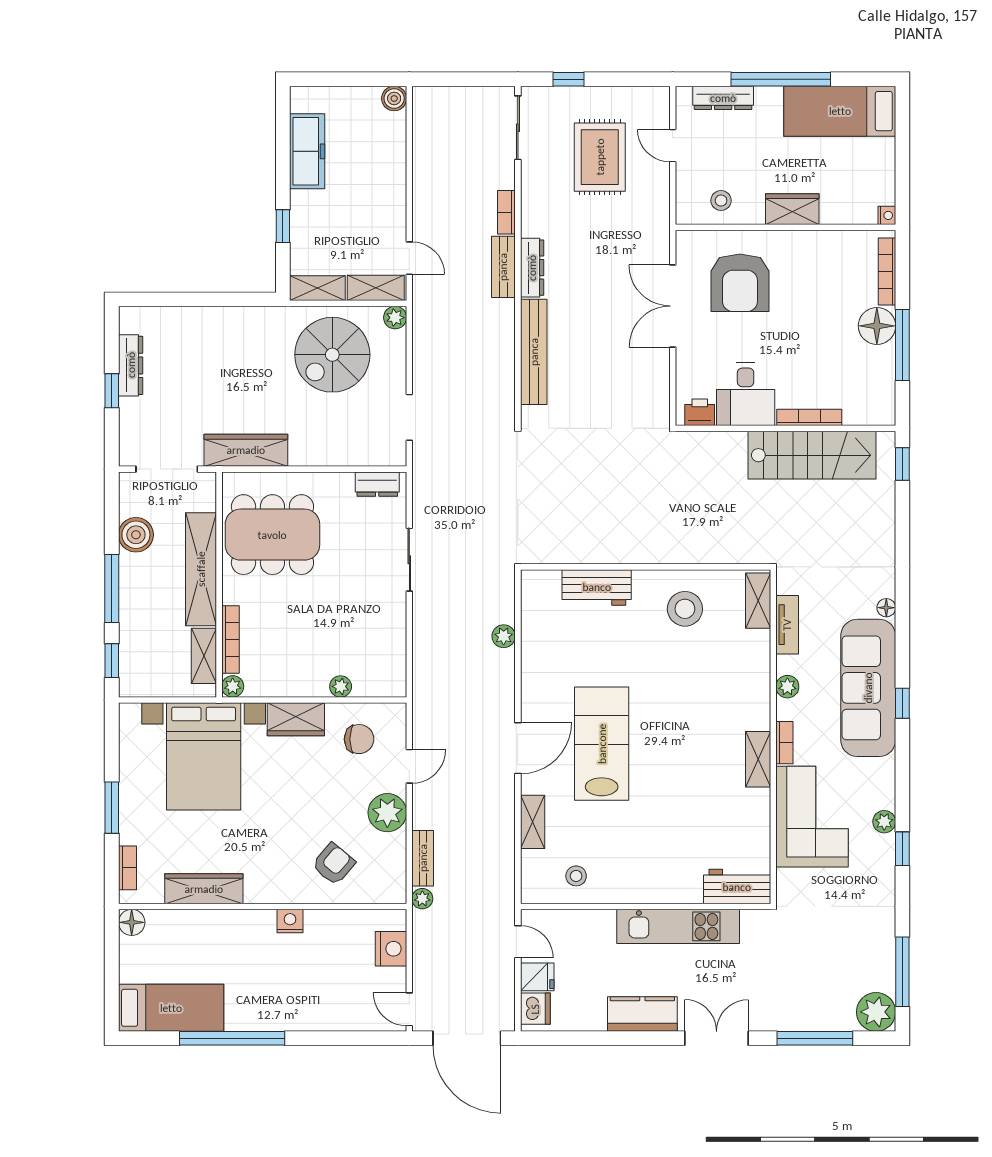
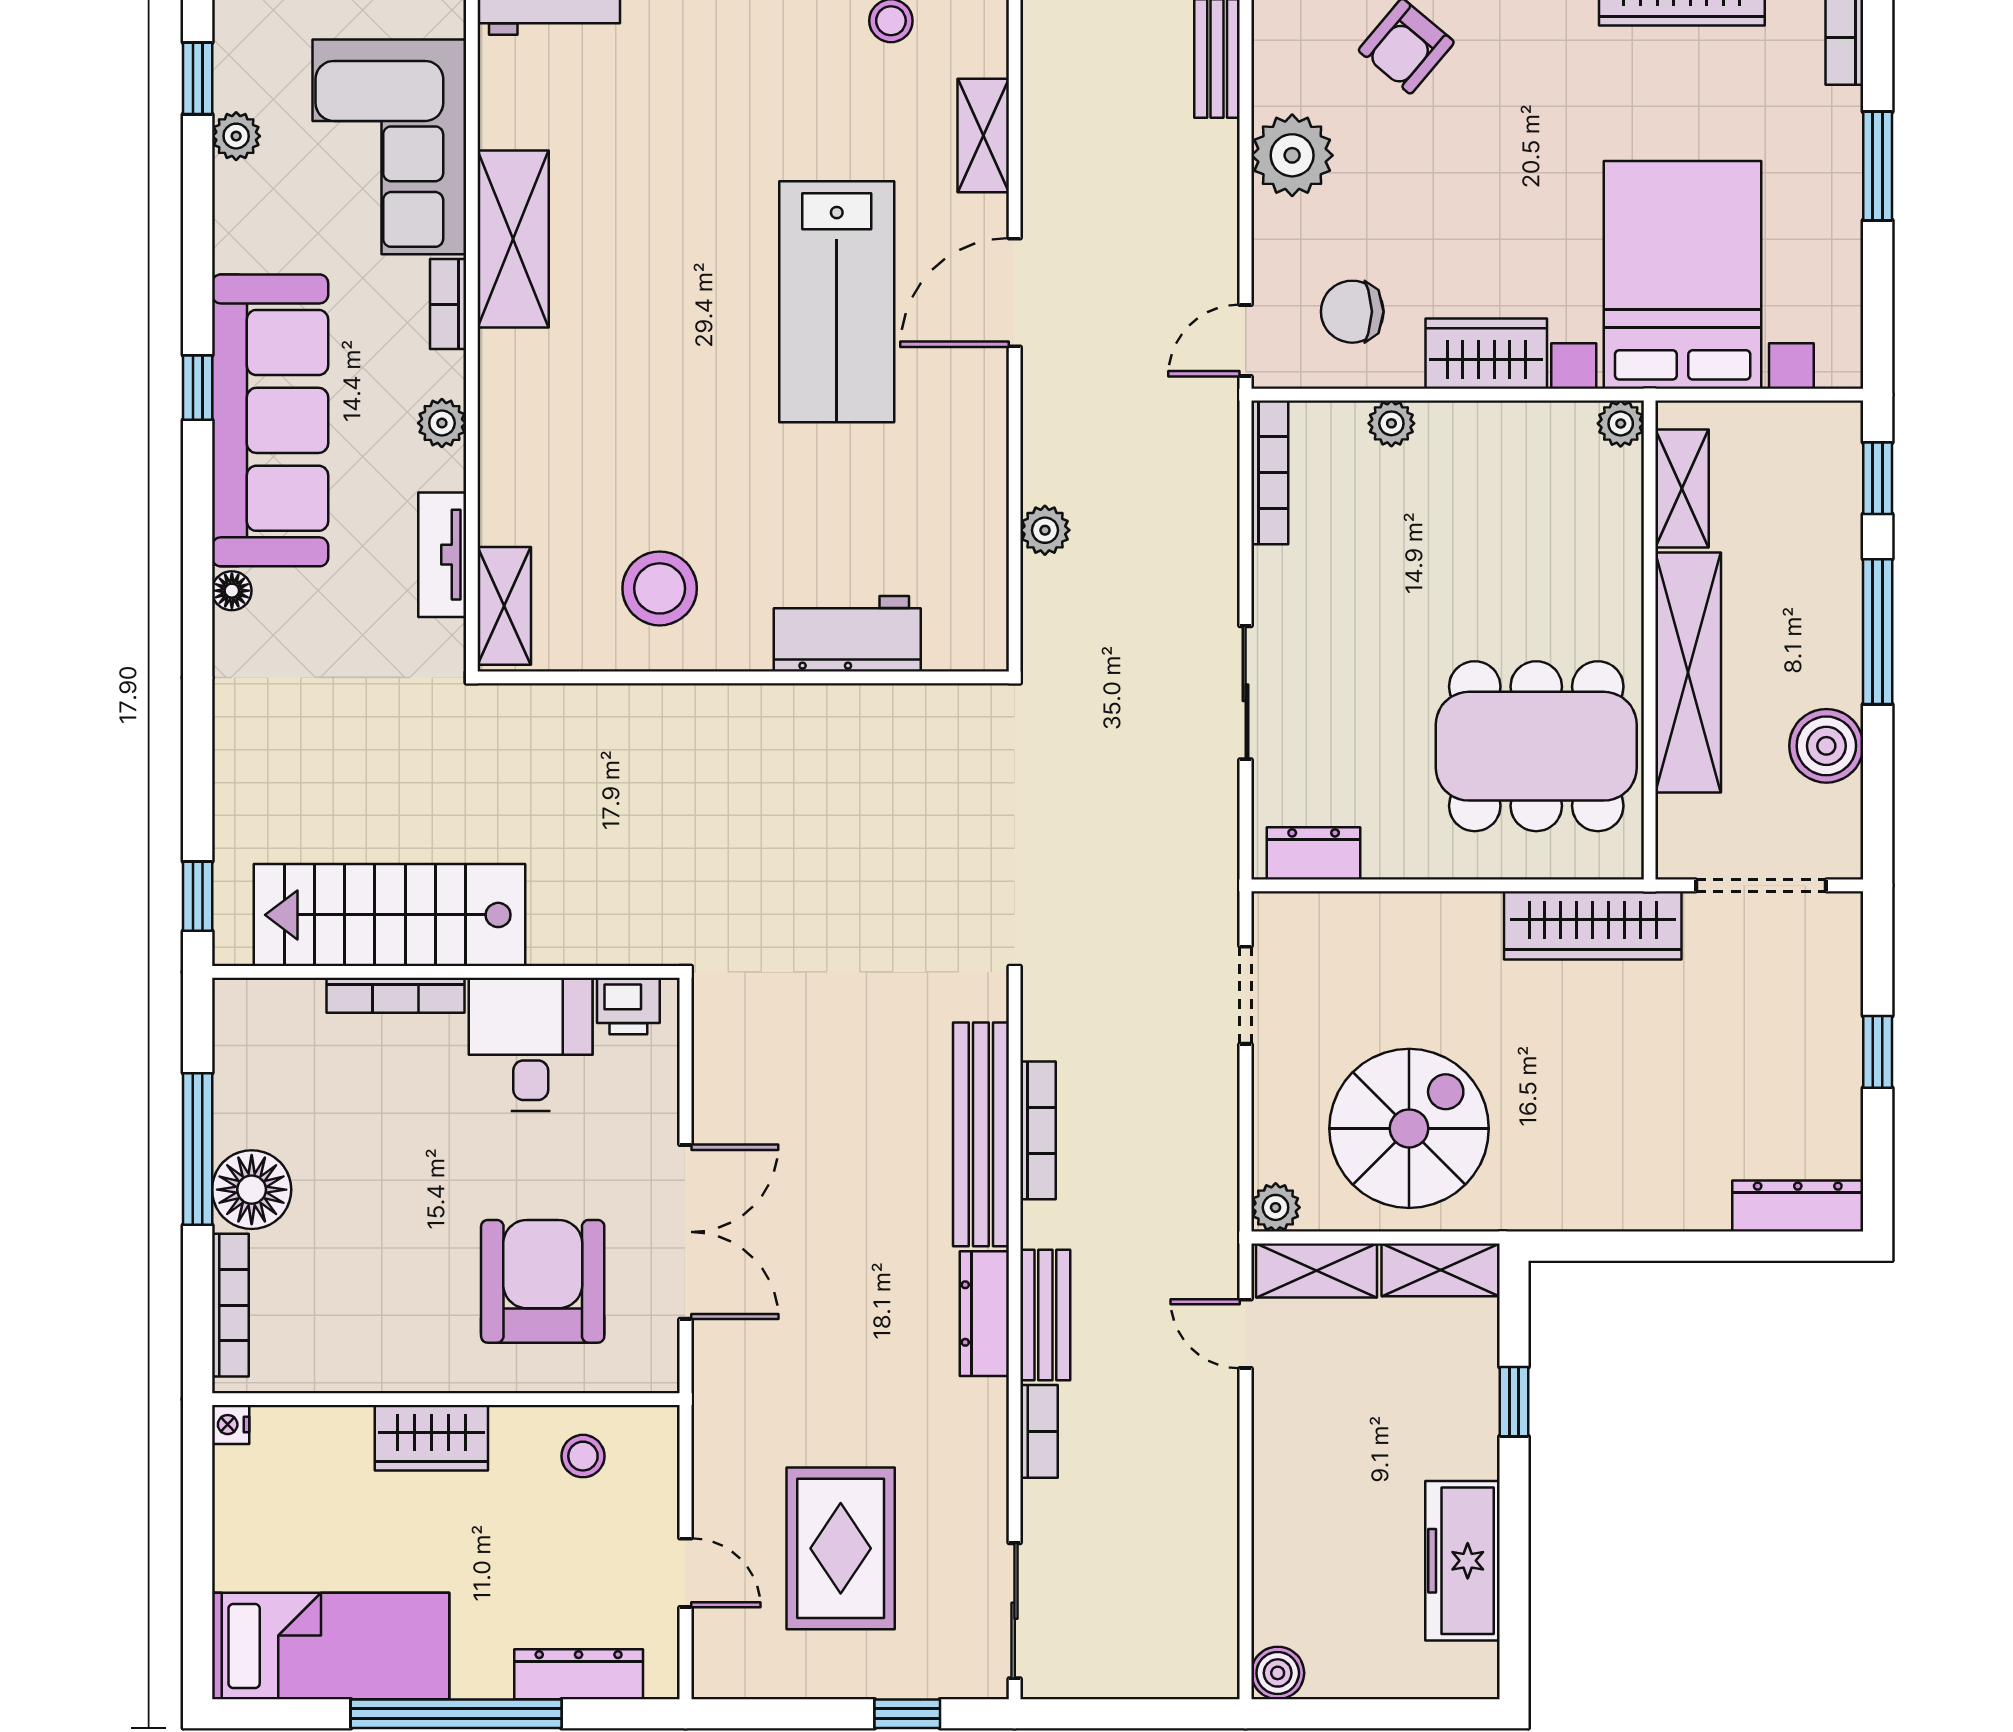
bookcase: (507, 354) -> (1038, 1130), added
dresser: (131, 365) -> (1798, 1206), moved, turned 90
bookcase: (230, 639) -> (1270, 472), moved, turned 180
shelving: (758, 759) -> (513, 239), width x1.50, depth x1.33
door: (409, 766) -> (1246, 340), moved

